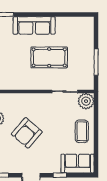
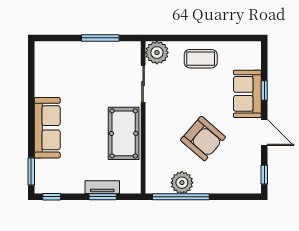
pool table: (49, 57) -> (124, 133), moved
sofa: (78, 164) -> (247, 94), moved

